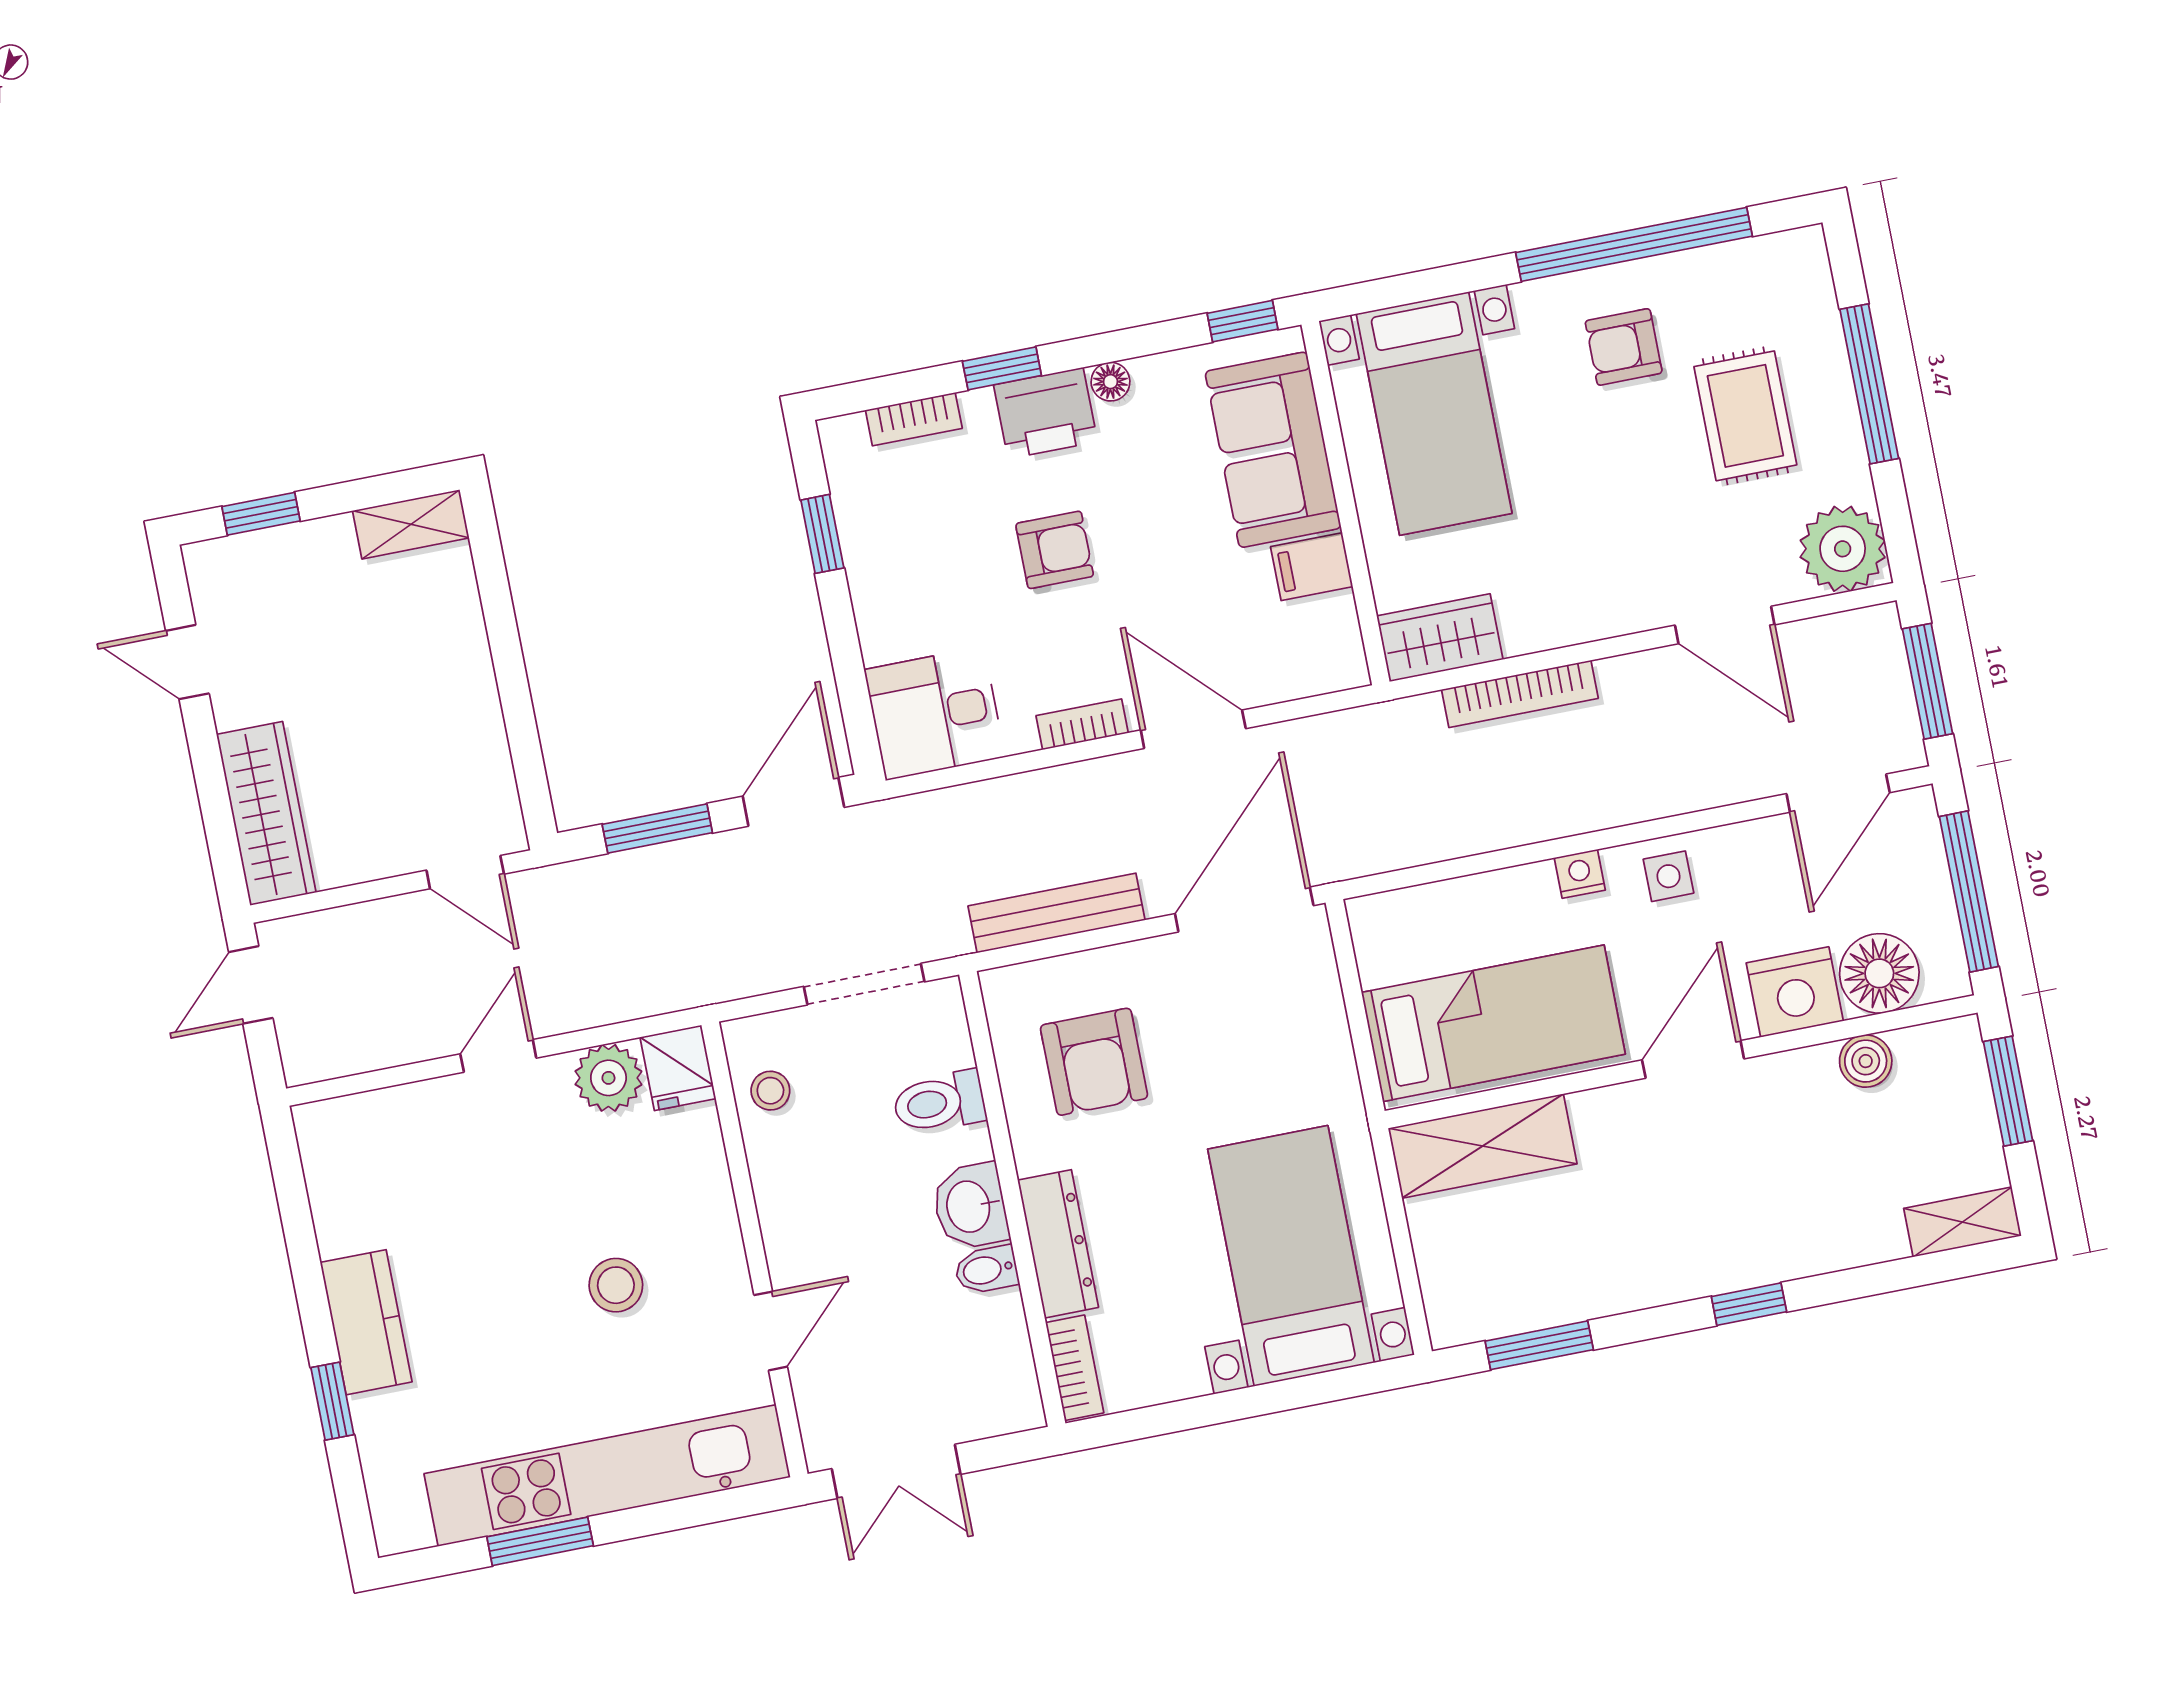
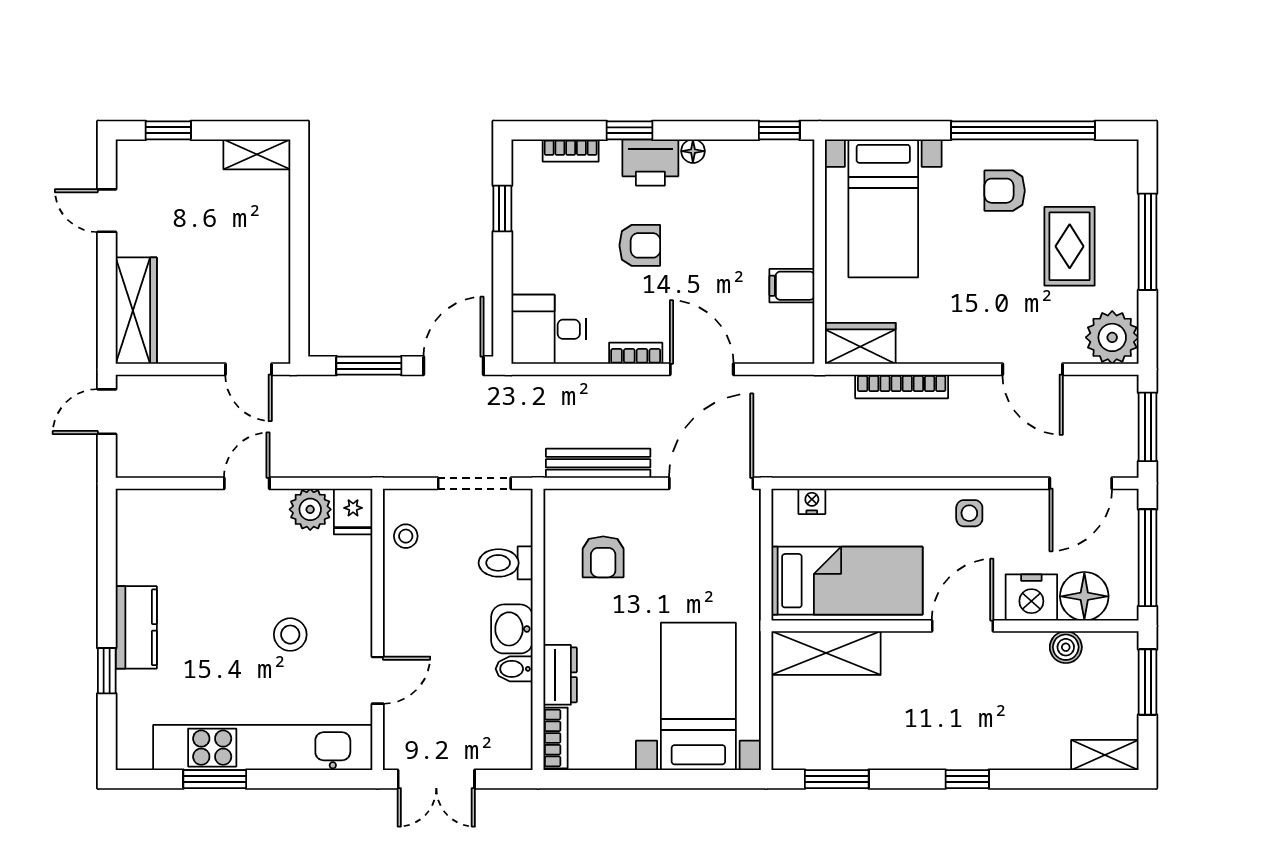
sofa: (1273, 450) -> (782, 211), removed
nightstand: (1580, 874) -> (812, 501), moved
armchair: (1094, 1062) -> (603, 557), width x0.72, depth x0.72
dresser: (1058, 1244) -> (560, 675), width x0.70

